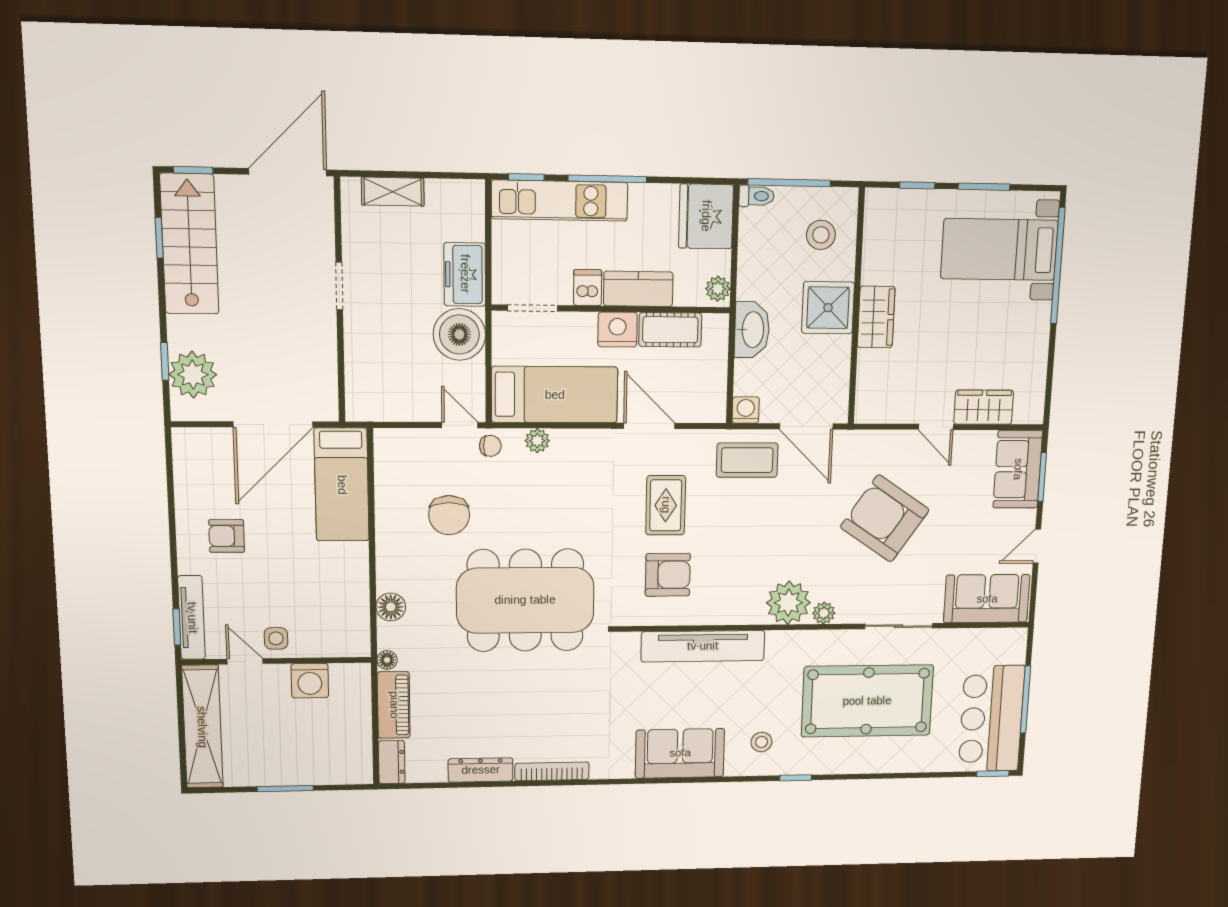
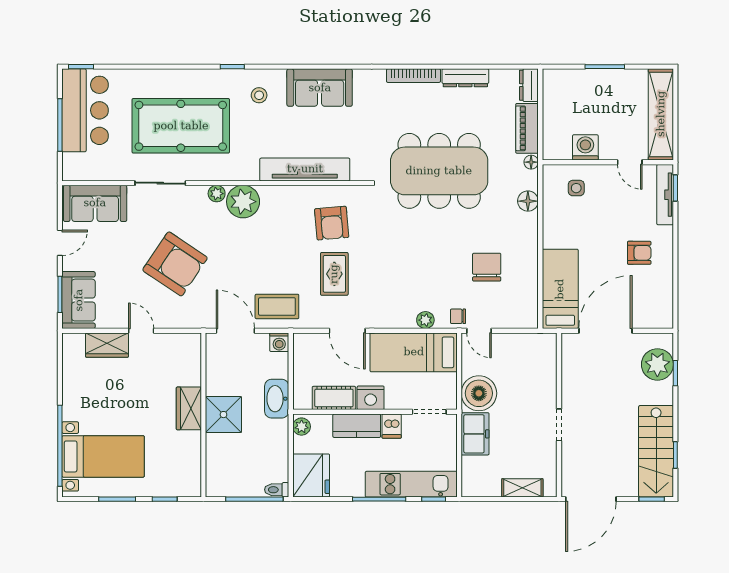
stool: (821, 235) -> (231, 464), removed
armchair: (668, 575) -> (332, 223), turned -95
dining table: (525, 600) -> (439, 171), moved
side table: (276, 638) -> (576, 188), moved

